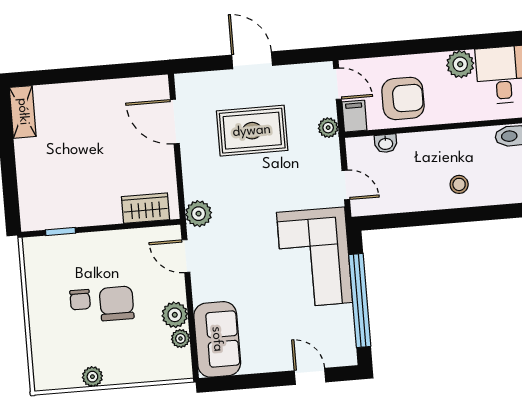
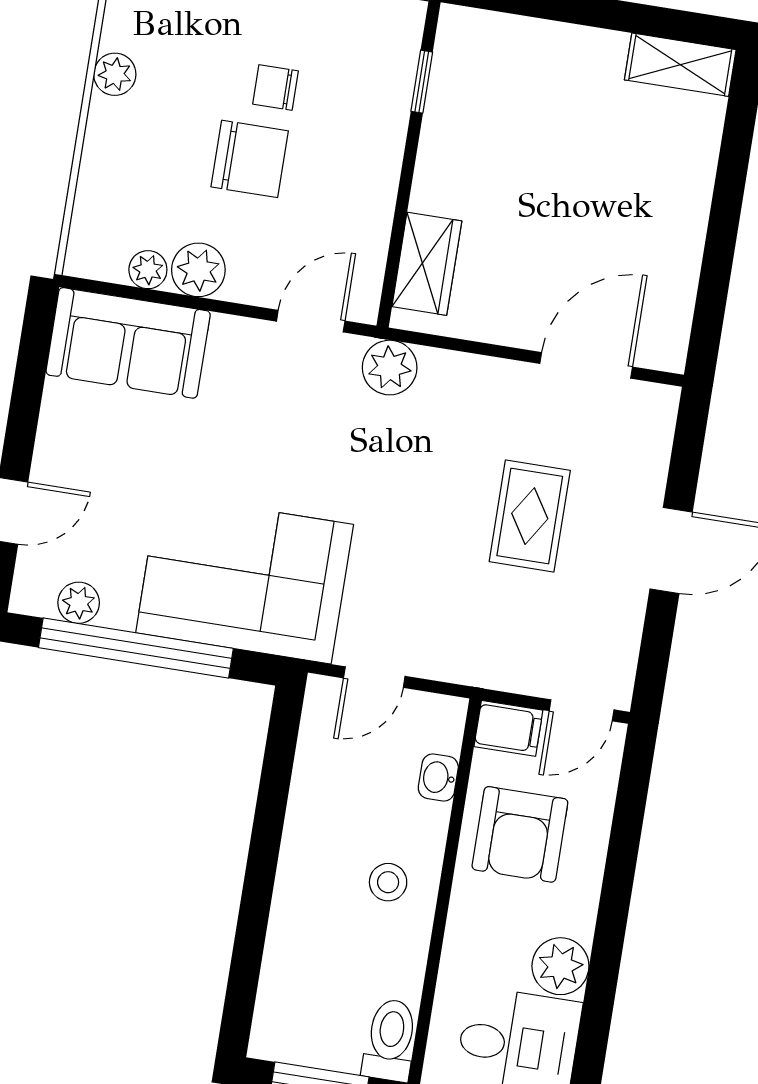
plant: (328, 128) -> (79, 603), moved
rug: (252, 131) -> (530, 516), width x0.73, depth x0.70
stool: (459, 184) -> (388, 882), moved

